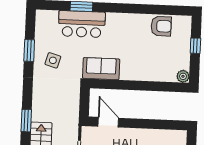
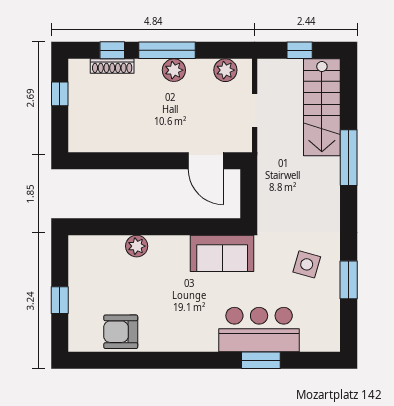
plant: (183, 76) -> (137, 246), moved
window: (26, 121) -> (349, 158), width x1.44

